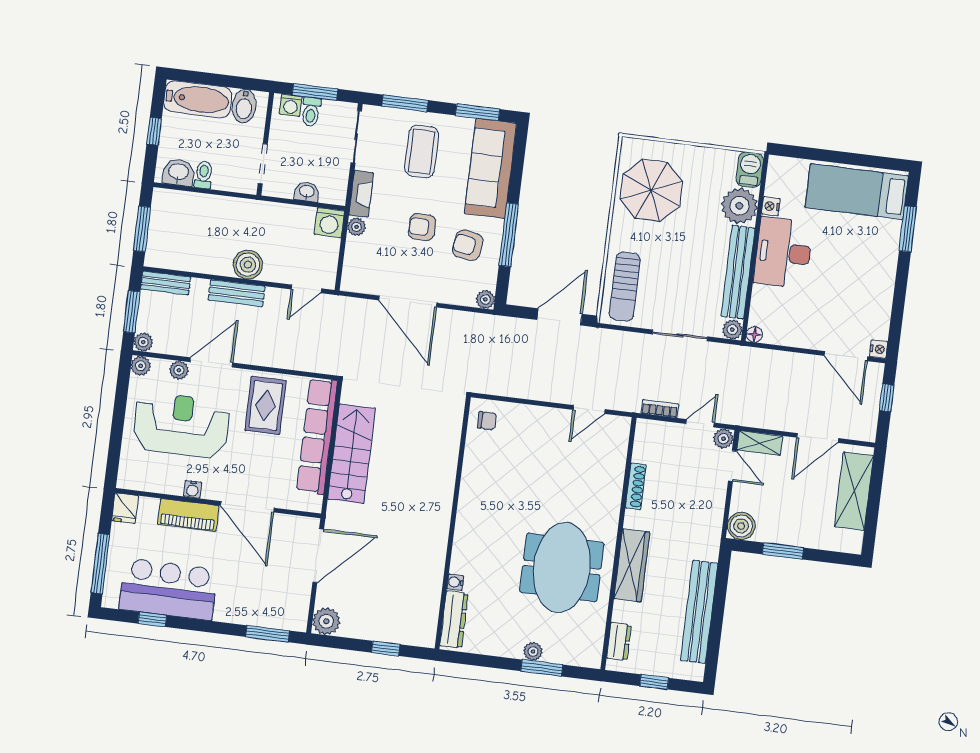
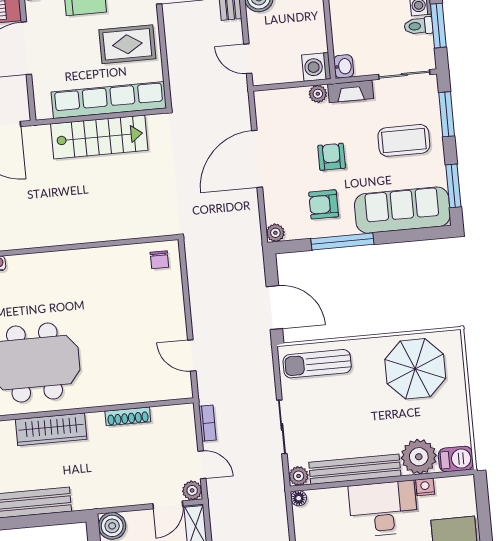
washbasin: (307, 192) -> (344, 66), moved
armchair: (468, 245) -> (324, 204), turned -99

